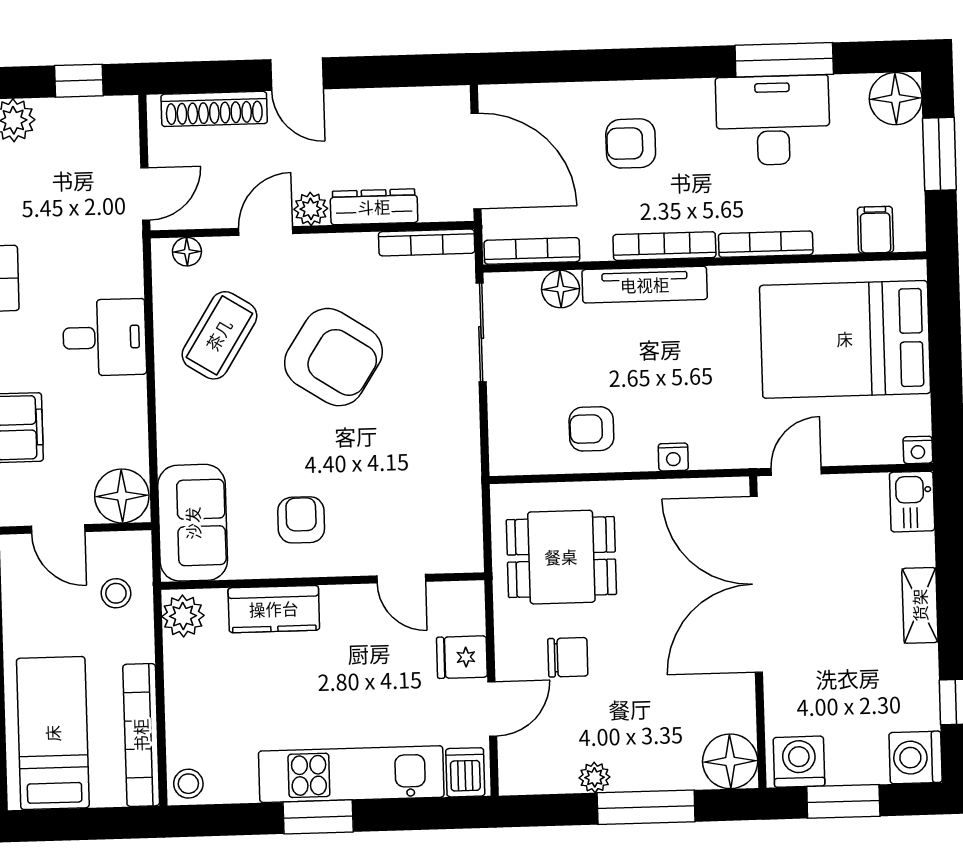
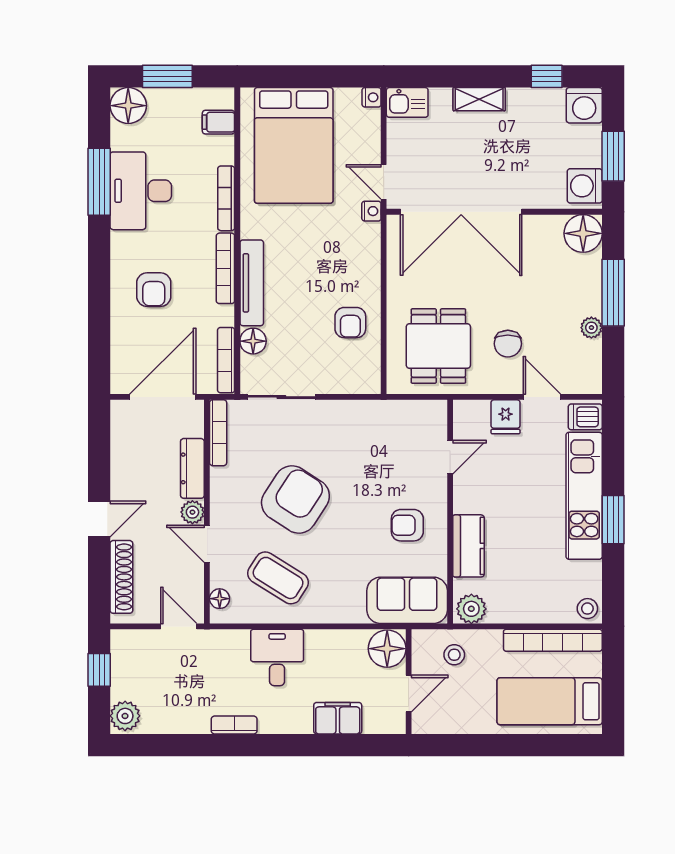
nightstand: (673, 457) -> (371, 211), moved
chair: (568, 657) -> (508, 344), turned 180

